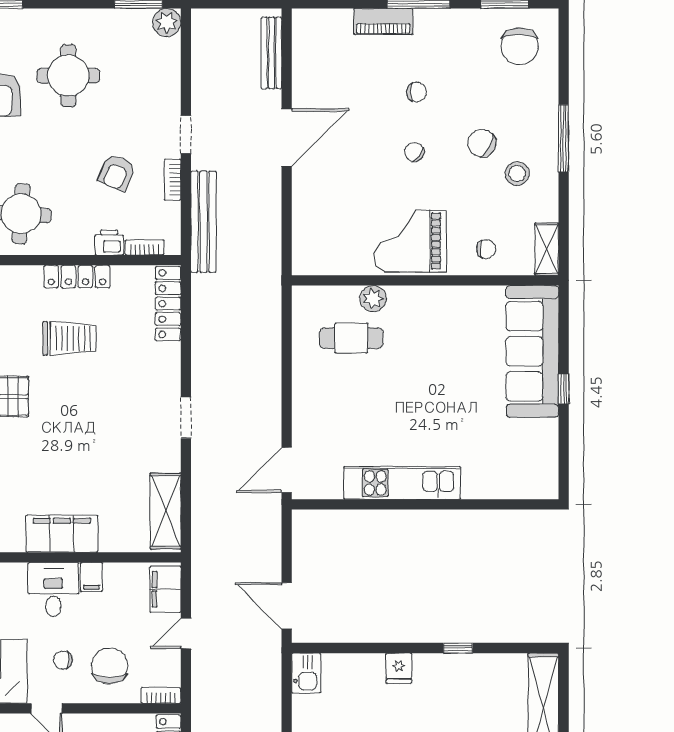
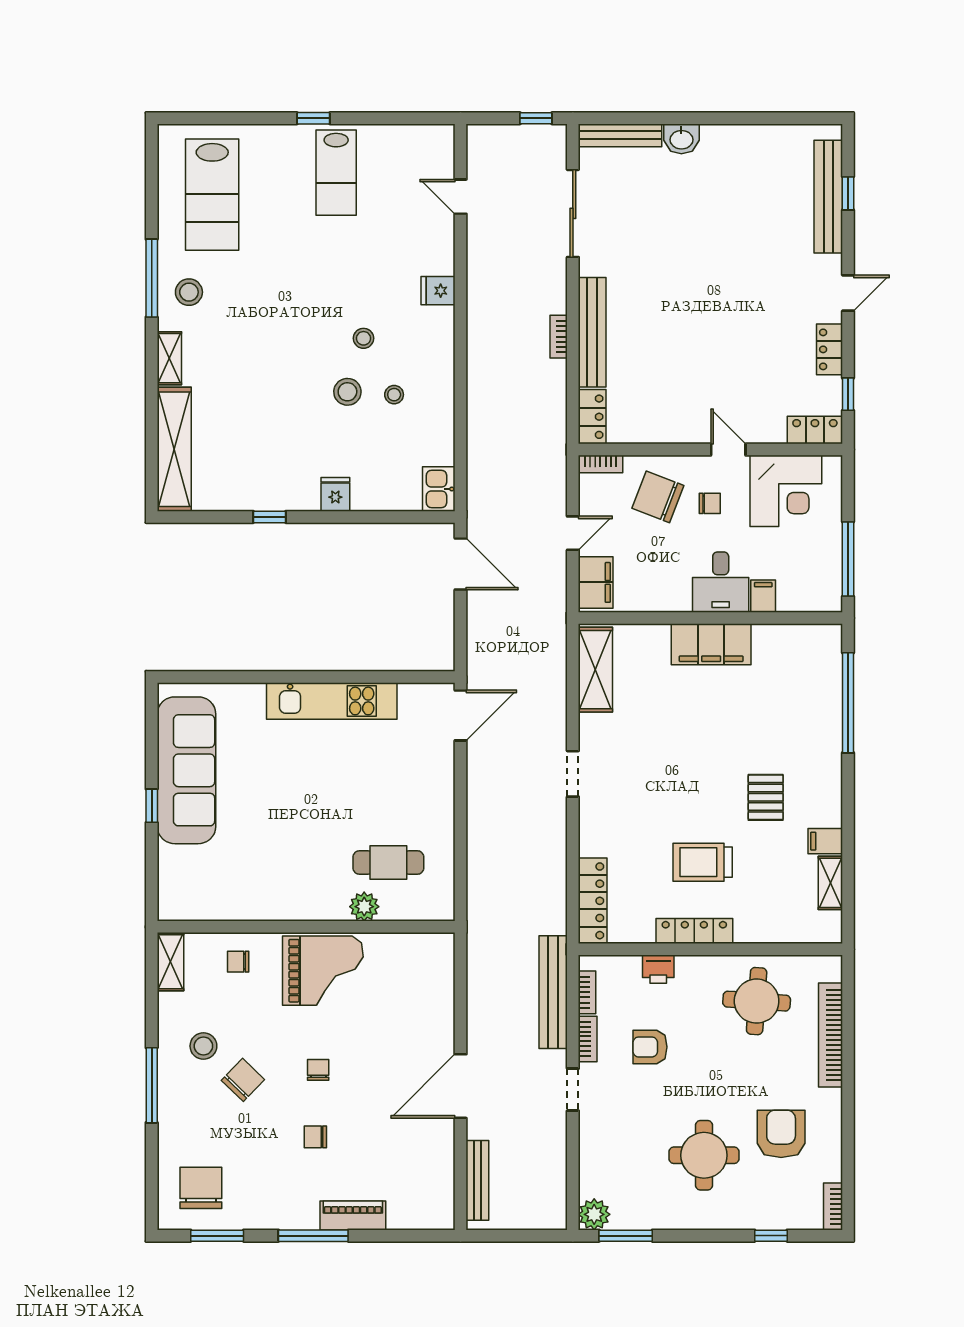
chair: (482, 143) -> (243, 1080), turned -73
chair: (414, 152) -> (318, 1070), turned -130
armchair: (117, 173) -> (650, 1047), turned -113
bookcase: (144, 247) -> (587, 992), moved, turned -90
sofa: (532, 351) -> (187, 770), moved
filing cabinet: (91, 577) -> (763, 596), moved
chair: (110, 666) -> (658, 497), turned 111

